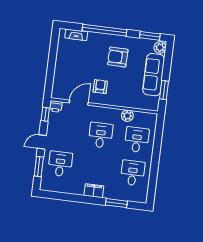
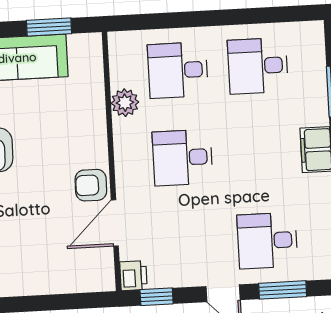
armchair: (100, 87) -> (91, 185), moved
door: (79, 103) -> (115, 223), hinge flipped

